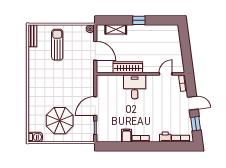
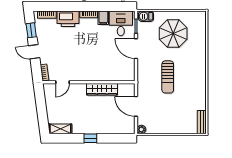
shelving: (116, 29) -> (60, 129), moved
sun lounger: (57, 45) -> (168, 77), moved
desk: (135, 87) -> (121, 23), moved, turned 180
door: (95, 106) -> (136, 49), swing flipped
barbecue: (35, 137) -> (146, 16), moved
printer: (165, 137) -> (68, 19), width x1.87, depth x1.48

